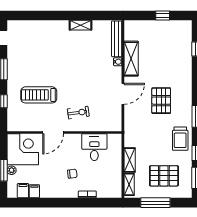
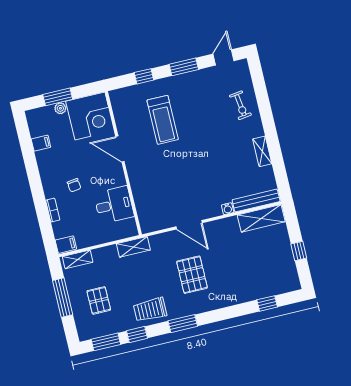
shelving: (131, 59) -> (261, 218), moved
treadmill: (39, 95) -> (163, 120), turned 180
pallet: (161, 101) -> (192, 275), turned 90
exercise bike: (78, 113) -> (240, 105), moved
shelving: (130, 160) -> (133, 247), moved
pallet: (164, 176) -> (99, 300), width x0.67, depth x0.71
filing cabinet: (23, 191) -> (66, 245), moved

